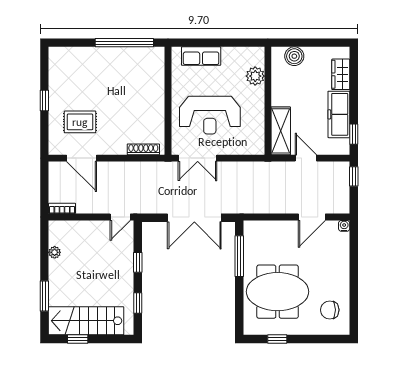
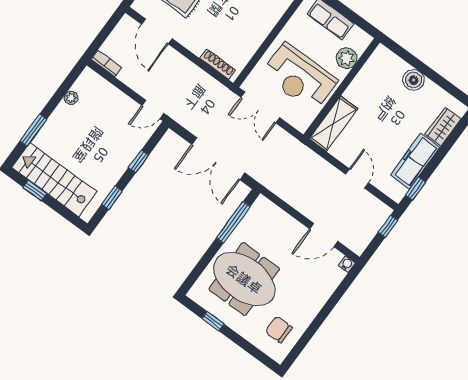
plant: (255, 76) -> (347, 58), moved
wall: (268, 101) -> (342, 88), moved
shelving: (281, 131) -> (333, 124), moved

